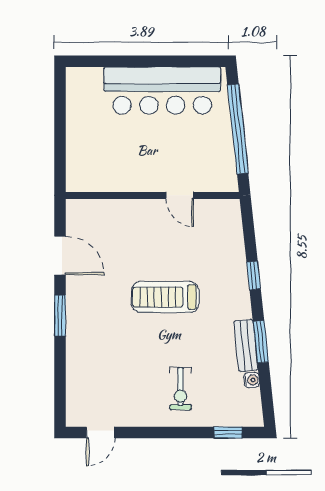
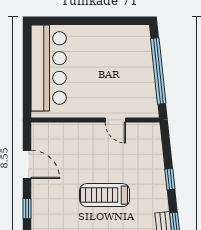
bar counter: (162, 91) -> (49, 68), moved, turned -90
window: (60, 316) -> (27, 209), width x0.67

